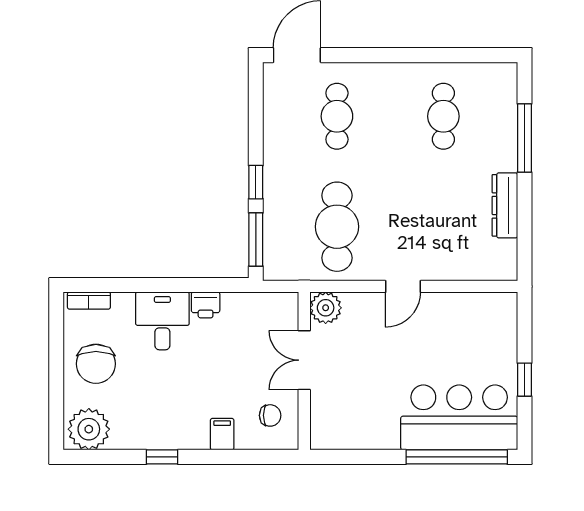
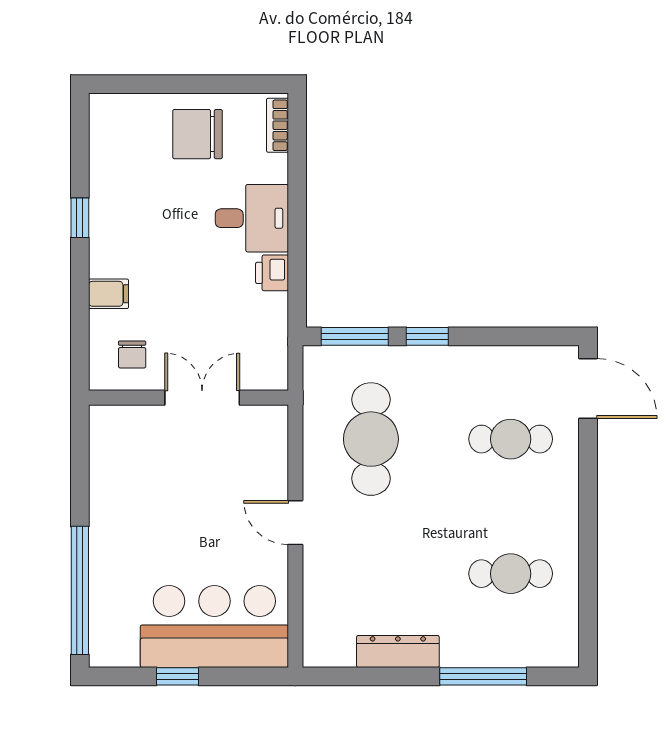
cafe table: (337, 227) -> (371, 439), turned 90
plant: (326, 308) -> (268, 425), removed
bar counter: (459, 417) -> (214, 626), moved, turned -90
plant: (89, 429) -> (115, 125), removed

